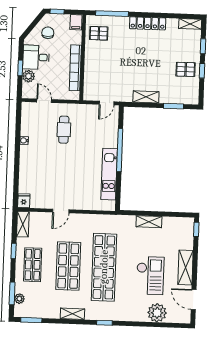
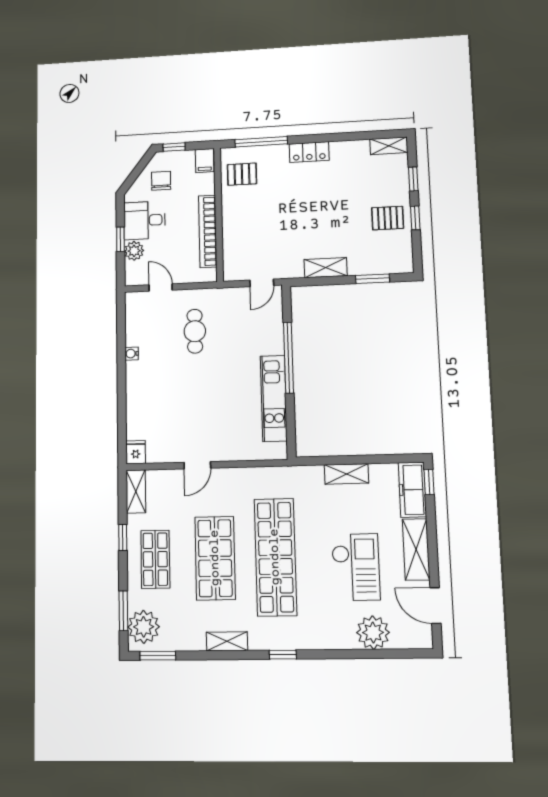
locker: (148, 23) -> (309, 152), width x0.66
freezer: (186, 233) -> (412, 490), added
plant: (19, 299) -> (144, 627), width x1.88, depth x1.88

